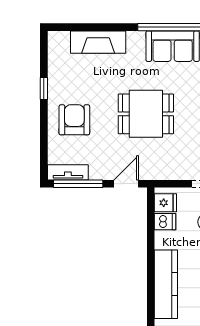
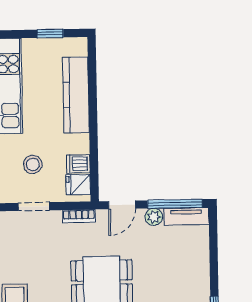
armchair: (74, 120) -> (180, 274), removed
plant: (98, 172) -> (154, 217), added
bookcase: (165, 174) -> (79, 216), added

